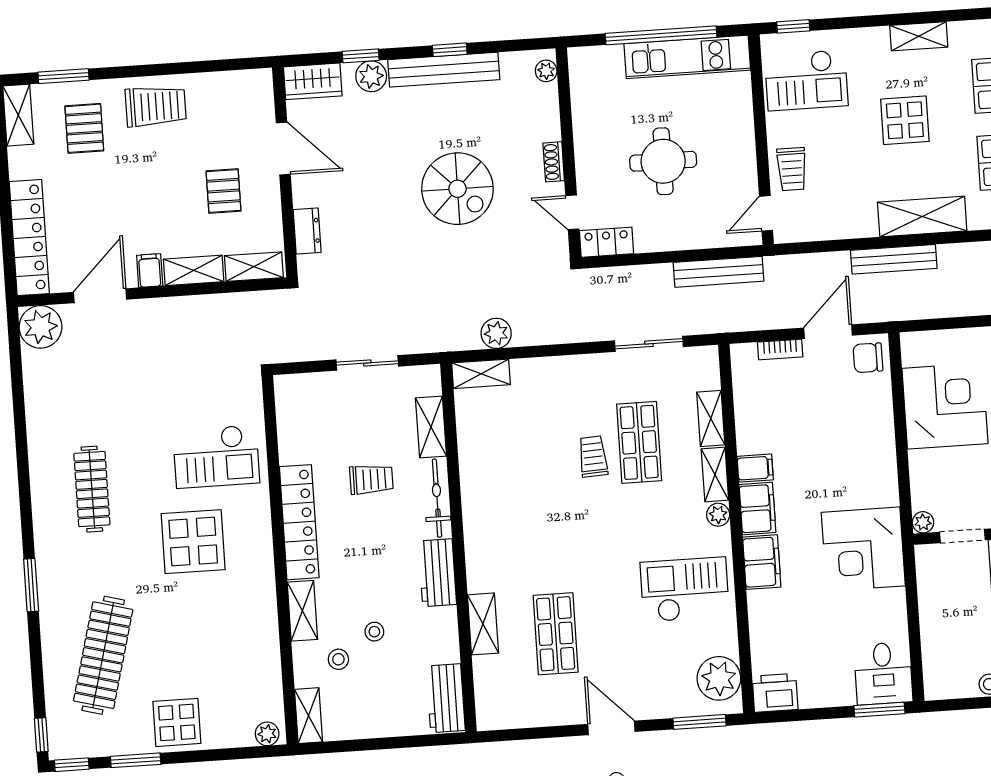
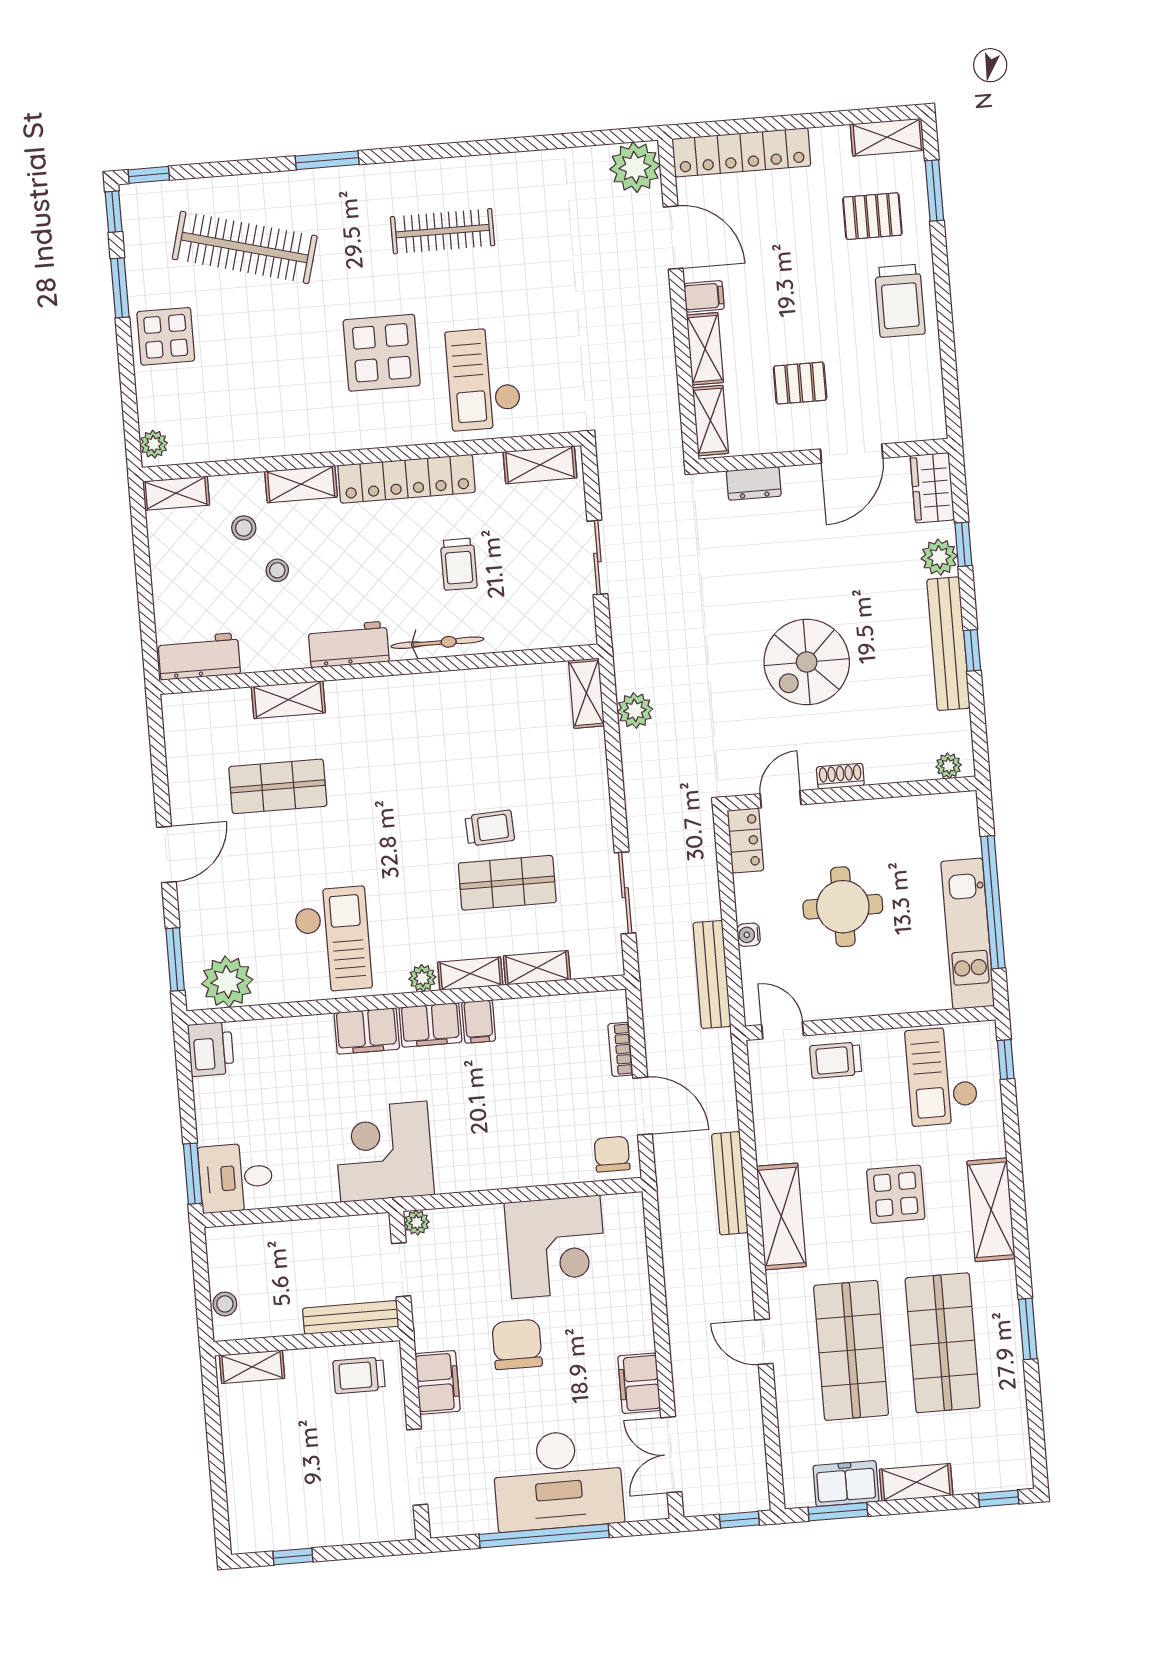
shelving: (919, 36) -> (991, 1210), width x1.50, depth x1.33
water cooler: (686, 241) -> (749, 935), added
shelving: (431, 427) -> (540, 465), moved

